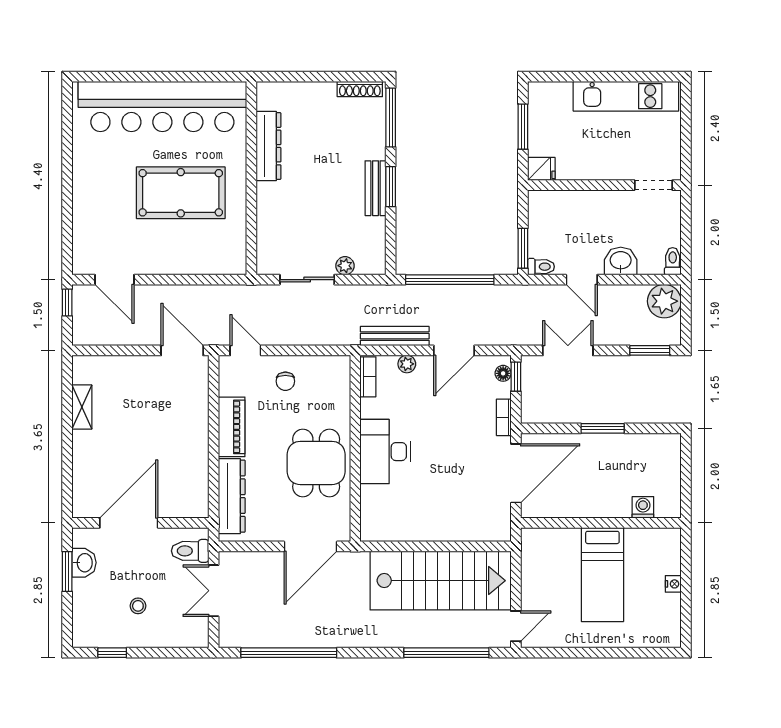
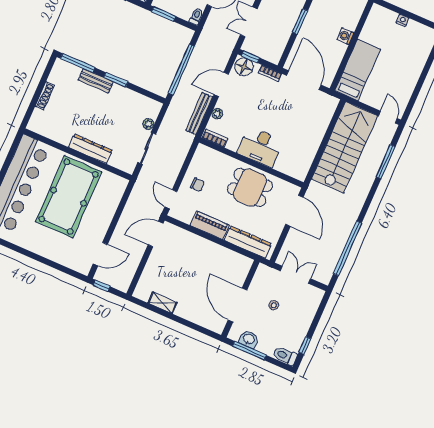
shoe rack: (360, 89) -> (45, 96), moved
dresser: (268, 146) -> (90, 149), moved
bench: (375, 188) -> (96, 81), moved
pool table: (181, 193) -> (69, 197), width x1.36, depth x1.32
window: (523, 248) -> (164, 14), moved
door: (245, 350) -> (171, 199), hinge flipped
door: (454, 350) -> (221, 84), swing flipped
floor lamp: (503, 373) -> (244, 67), width x1.89, depth x1.89
washing machine: (643, 507) -> (345, 36), moved
toilet: (190, 551) -> (285, 356), moved, turned 90
window: (67, 572) -> (249, 351), width x1.44
bed: (602, 575) -> (358, 70), moved, turned -90
double door: (214, 591) -> (295, 275), swing flipped
stool: (138, 606) -> (274, 305), moved
window: (446, 653) -> (386, 162), width x0.68

